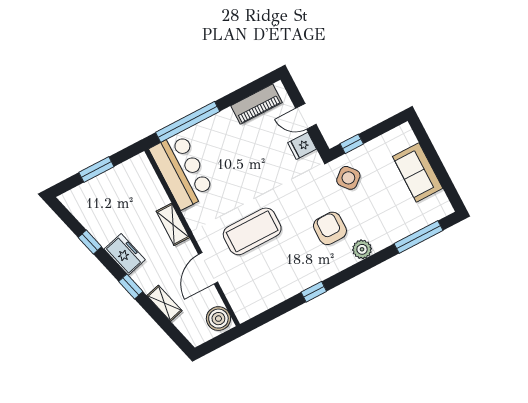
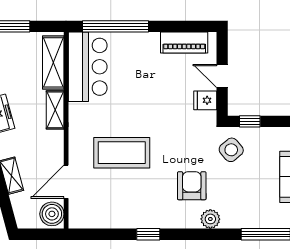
shelving: (149, 183) -> (53, 62), added
door: (208, 268) -> (66, 182), moved

